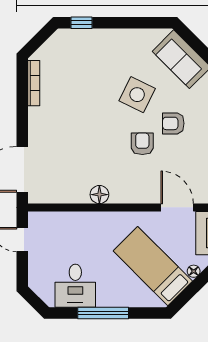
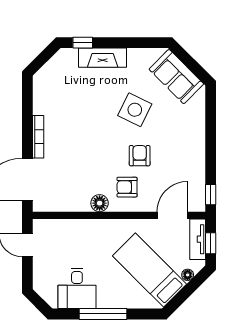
fireplace: (103, 39) -> (103, 58), added
bookcase: (34, 83) -> (38, 137), moved
armchair: (173, 123) -> (127, 187), moved
door: (177, 207) -> (172, 215), hinge flipped

